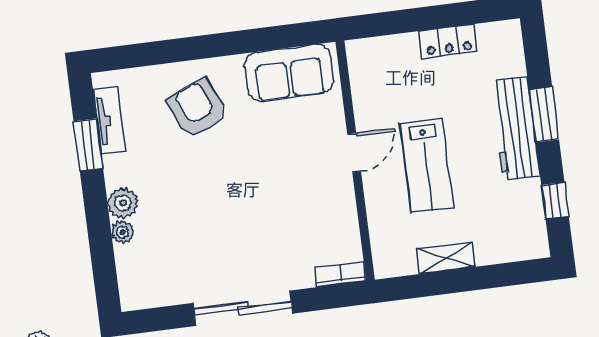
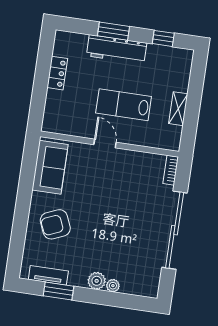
lab bench: (427, 166) -> (124, 105), turned 180
sliding door: (243, 308) -> (175, 230), width x1.36

